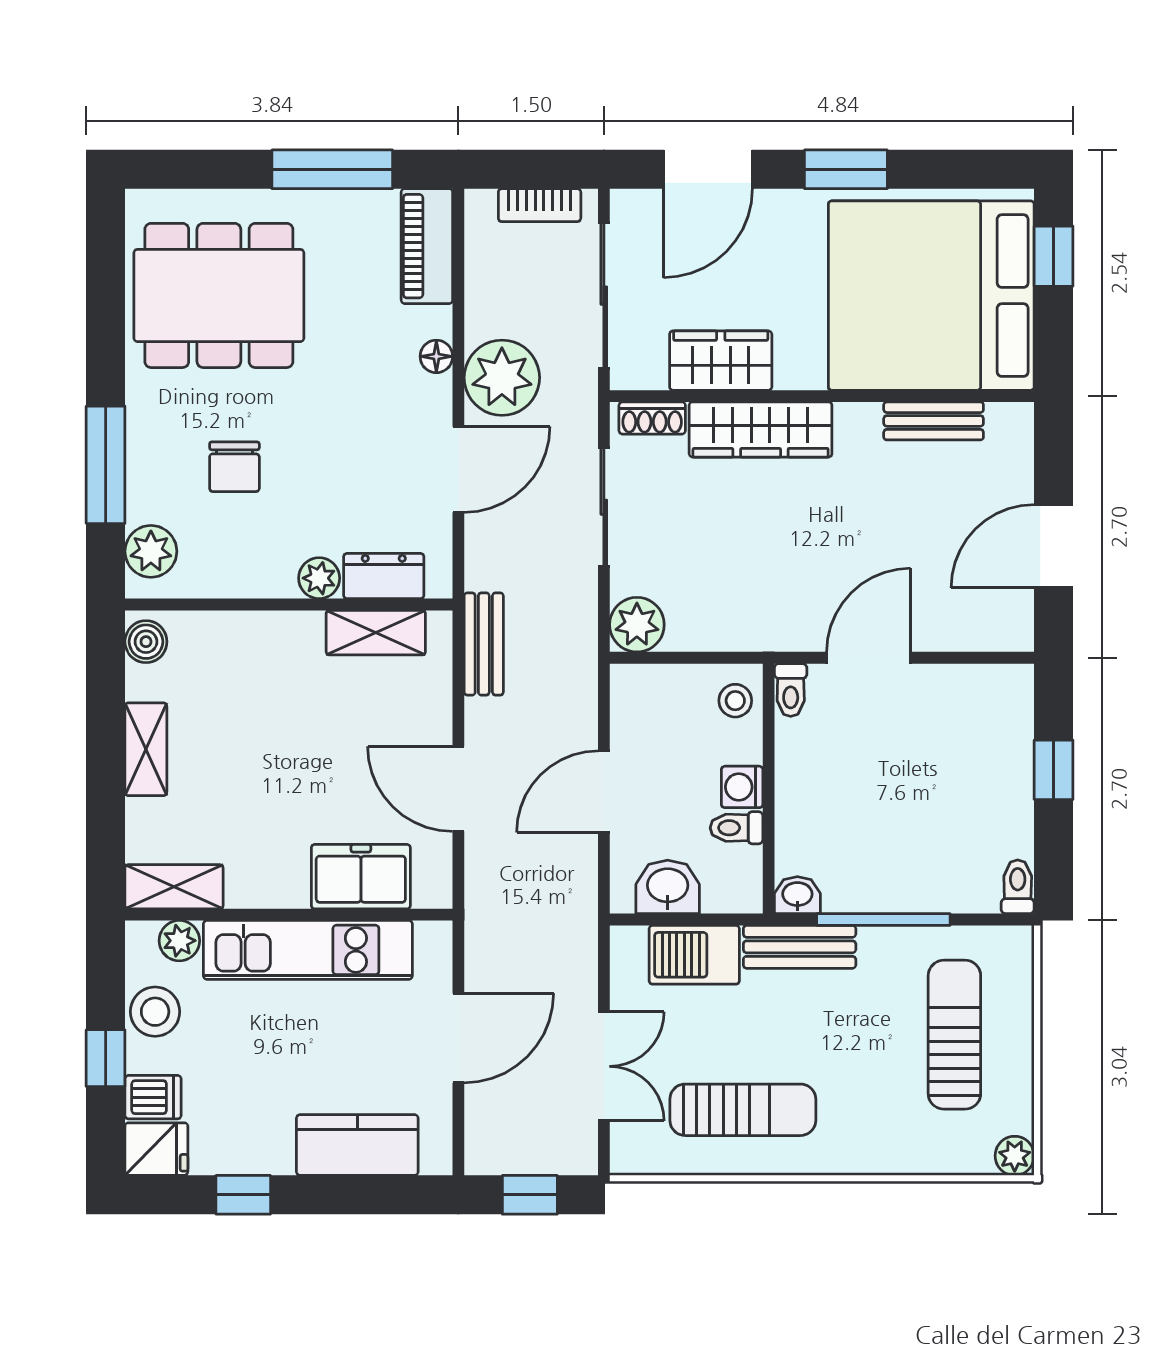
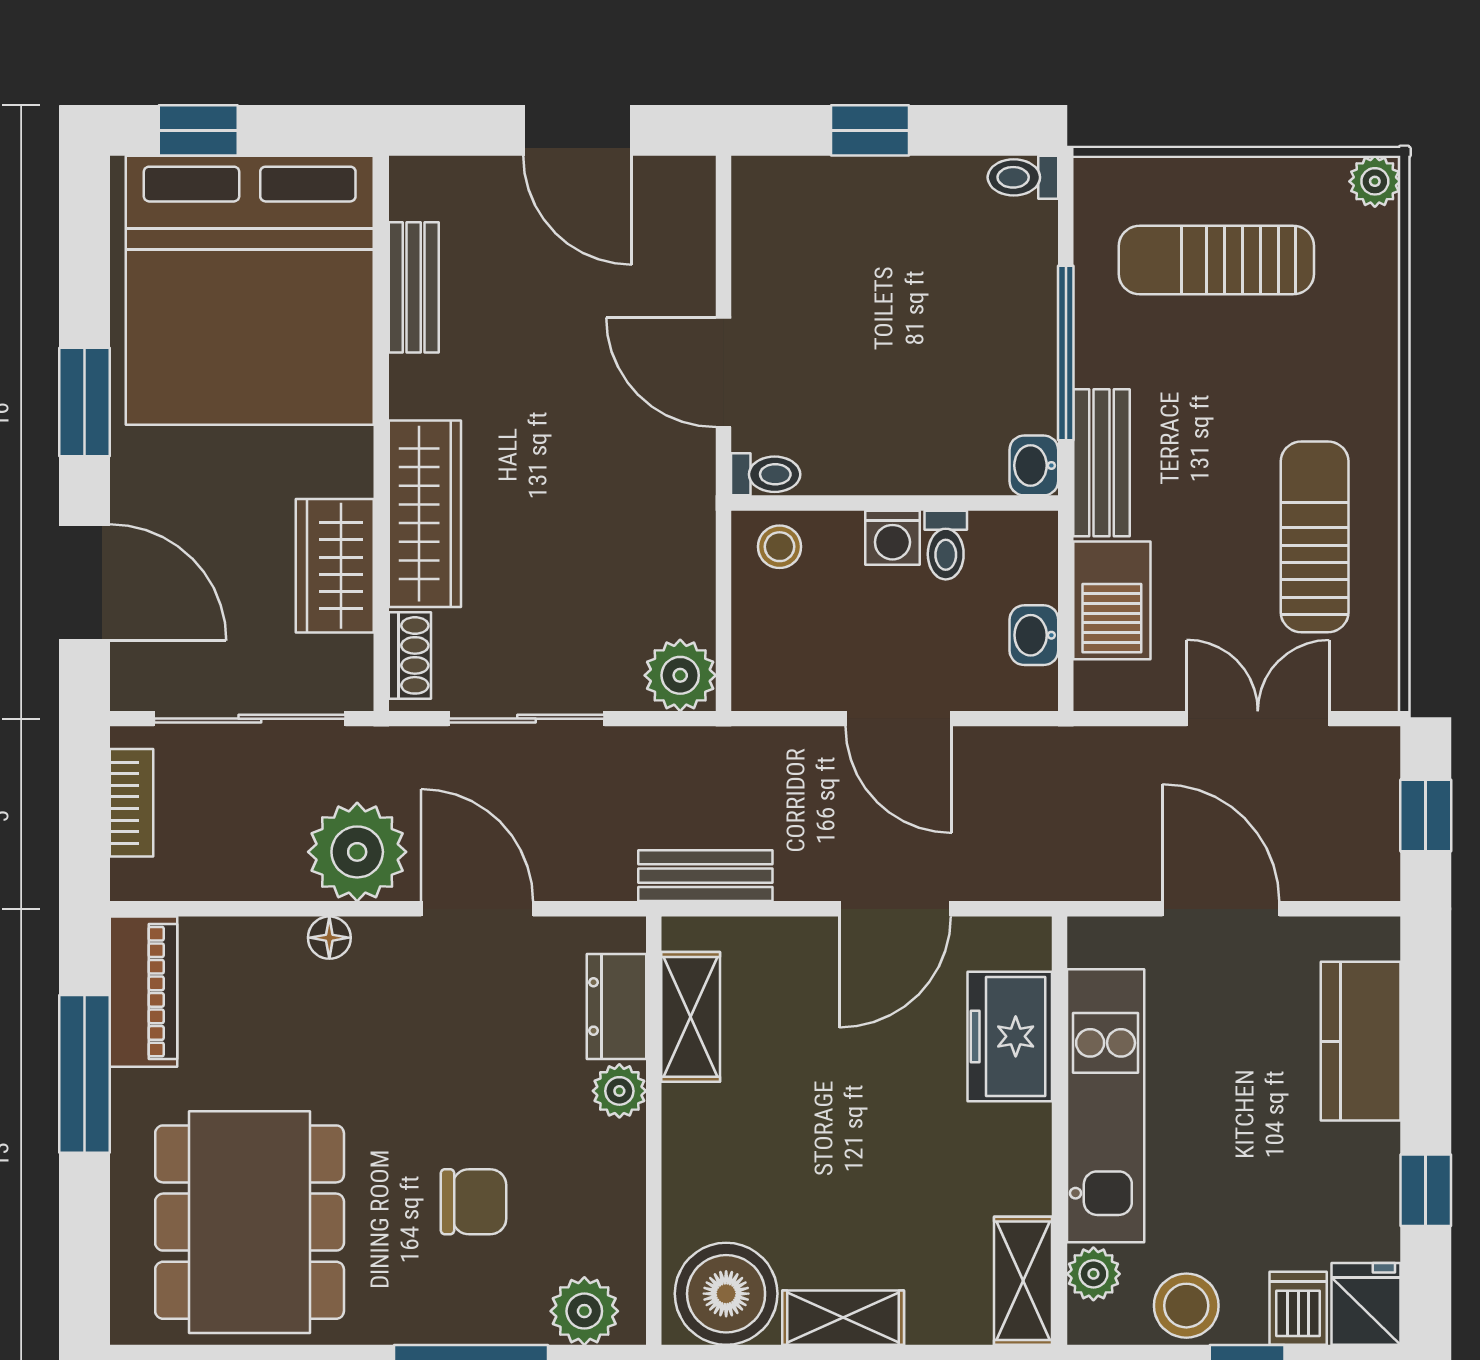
piano: (427, 246) -> (143, 992), moved, turned -90
boiler: (146, 642) -> (726, 1294), width x1.86, depth x1.86
washbasin: (668, 887) -> (1034, 635), width x0.72, depth x0.69

